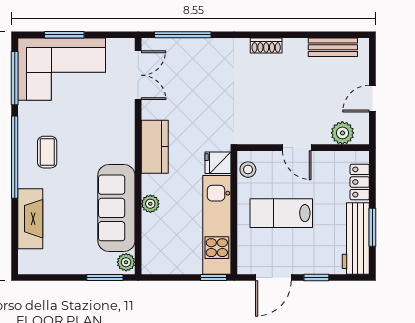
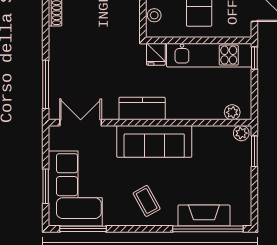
coffee table: (47, 152) -> (147, 201), turned 61
window: (15, 157) -> (208, 229), moved
stool: (248, 170) -> (154, 15), moved
plant: (150, 204) -> (232, 112), moved
sofa: (116, 208) -> (154, 141), moved

